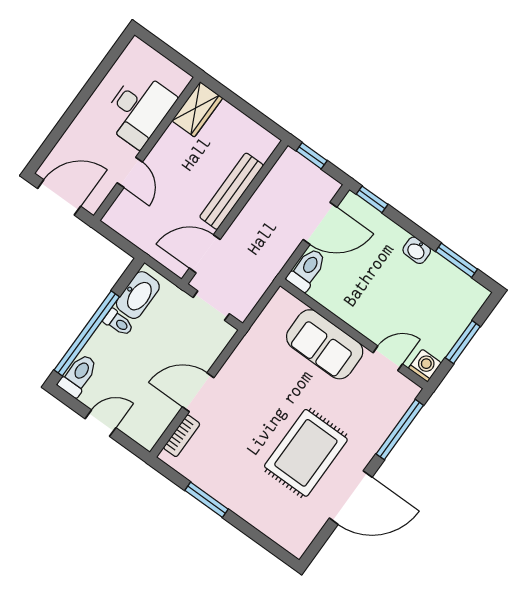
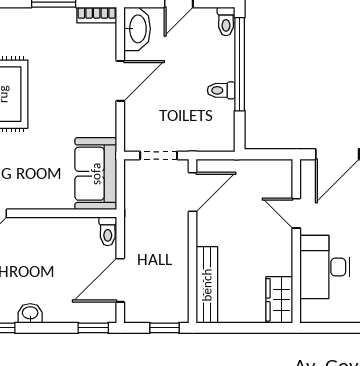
bench: (231, 191) -> (207, 285), moved
toilet: (307, 270) -> (108, 231), width x0.73, depth x0.72
washbasin: (138, 295) -> (137, 29), moved, turned 180
sofa: (325, 344) -> (96, 174), moved, turned -90
toilet: (78, 375) -> (226, 21), width x0.73, depth x0.72
bookcase: (182, 436) -> (97, 15), moved, turned -90

